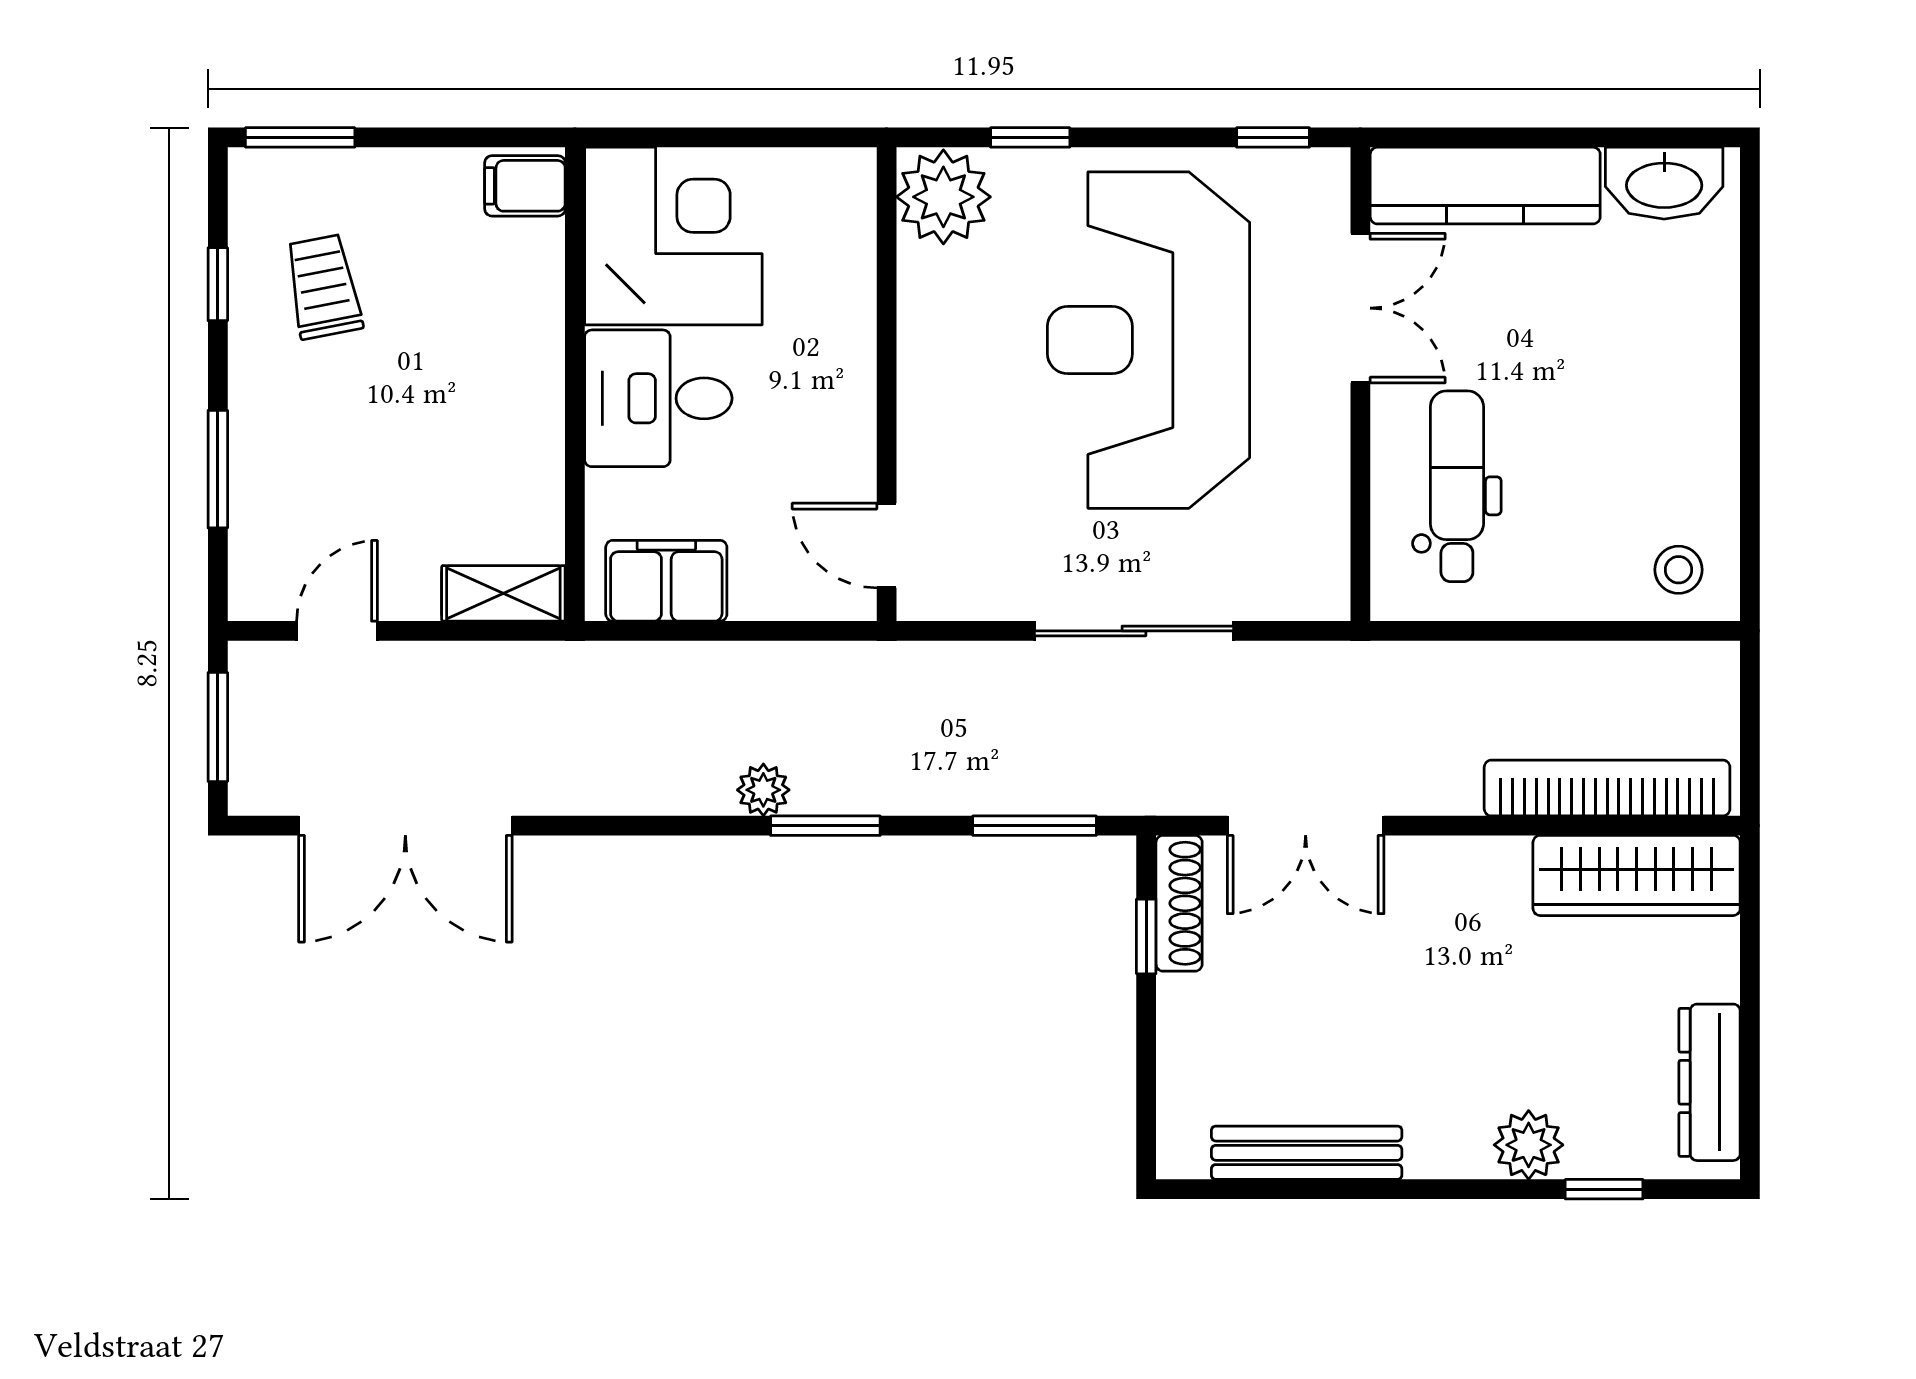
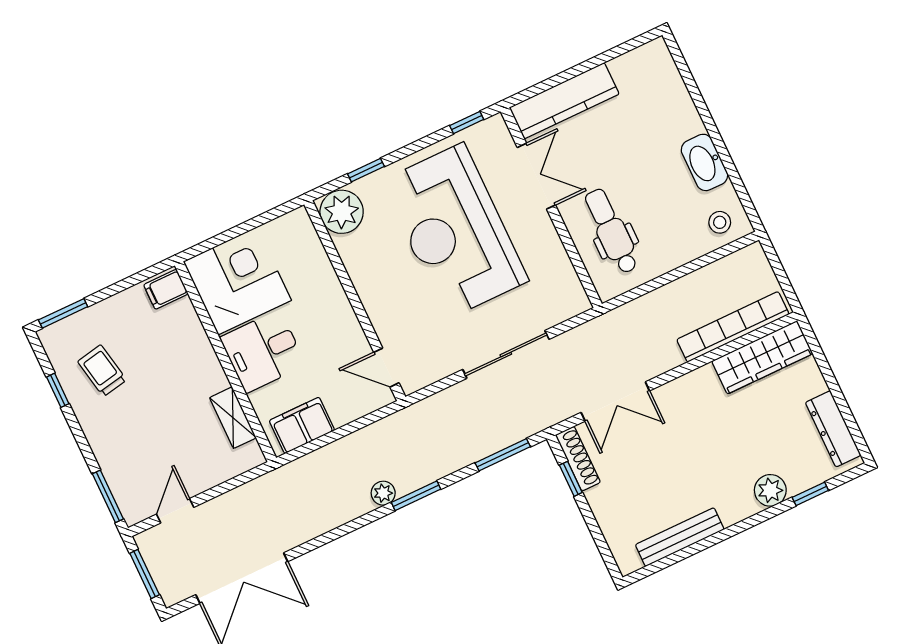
washbasin: (1664, 183) -> (705, 162), moved, turned 90
window: (218, 469) -> (108, 496), moved
shelving: (503, 593) -> (233, 418), moved, turned 90

